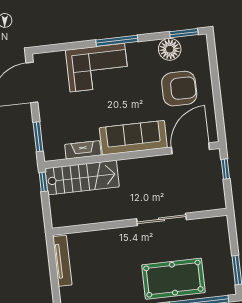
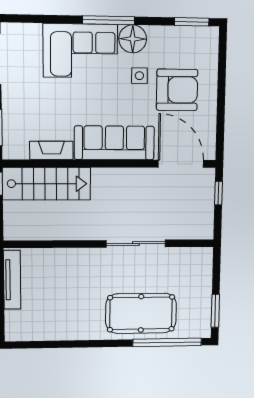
floor lamp: (170, 49) -> (133, 39), moved
side table: (147, 81) -> (139, 76), added
door: (190, 148) -> (181, 164), hinge flipped

